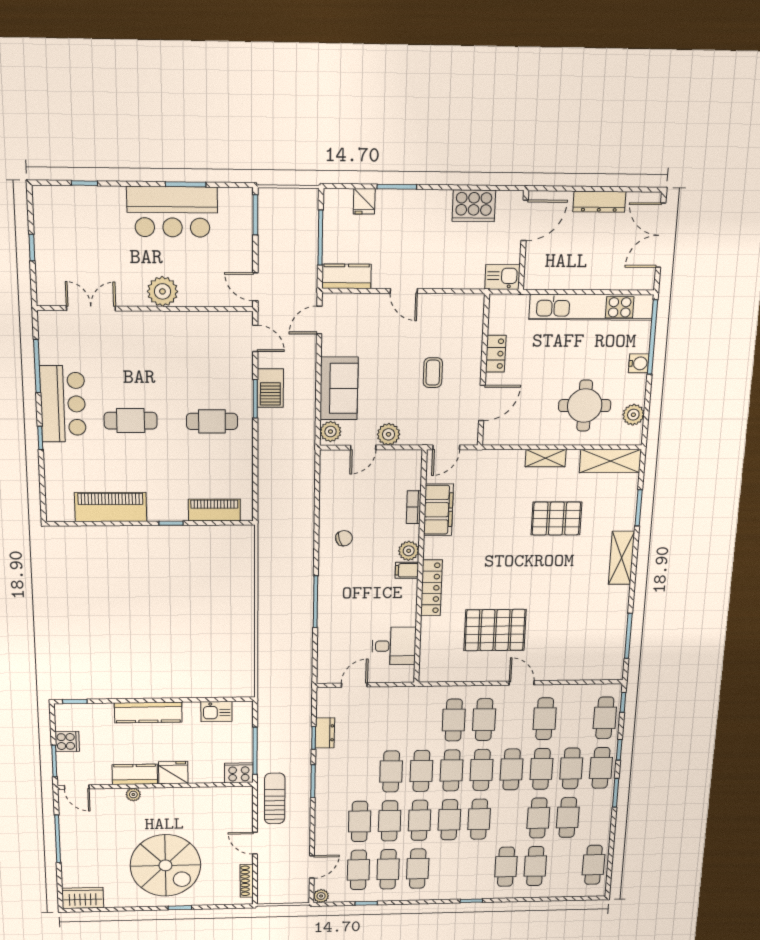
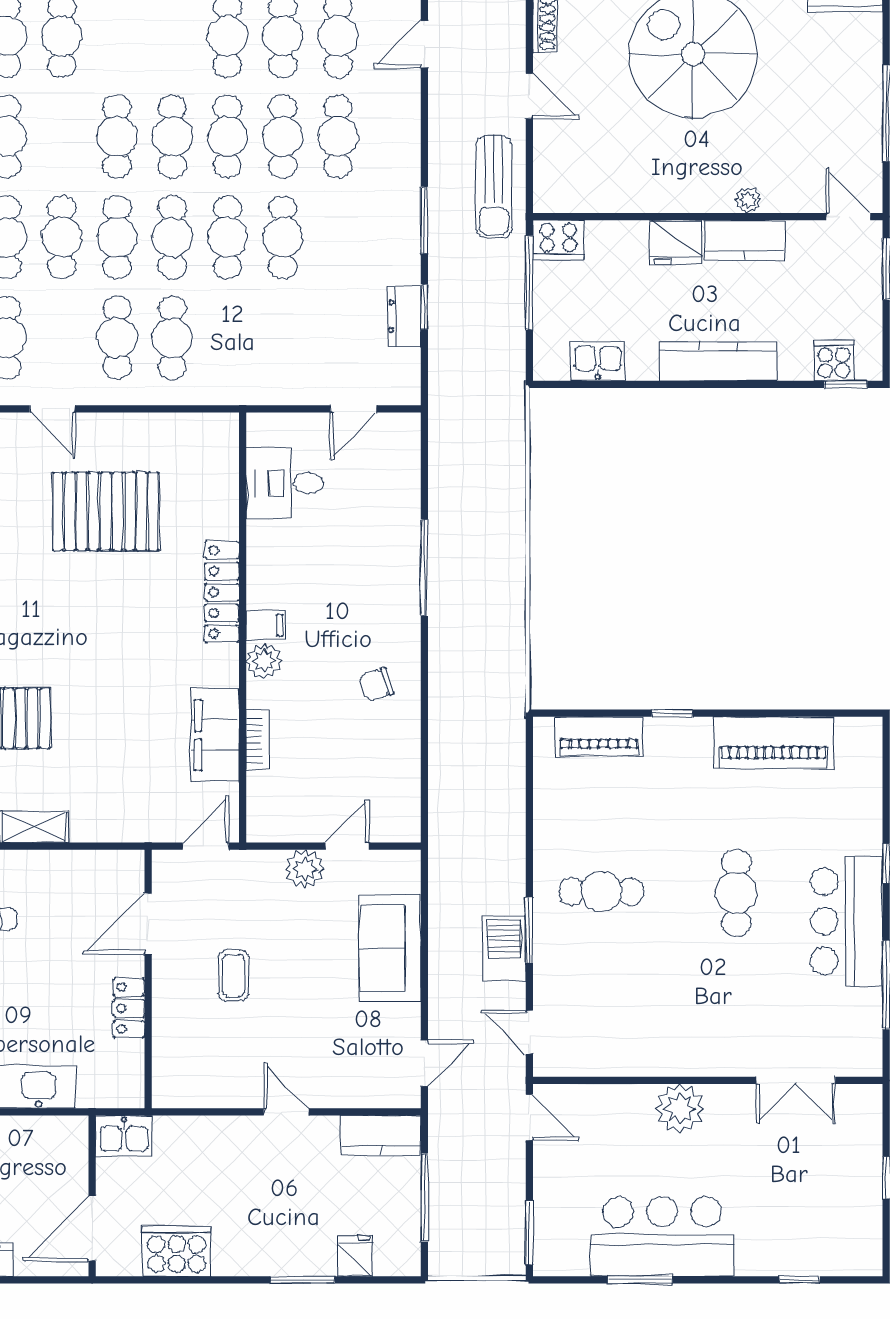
cafe table: (131, 421) -> (736, 893), turned 90
plant: (331, 432) -> (403, 874), removed
cooker: (67, 741) -> (834, 360), moved, turned 90

